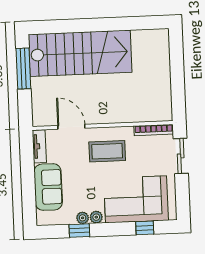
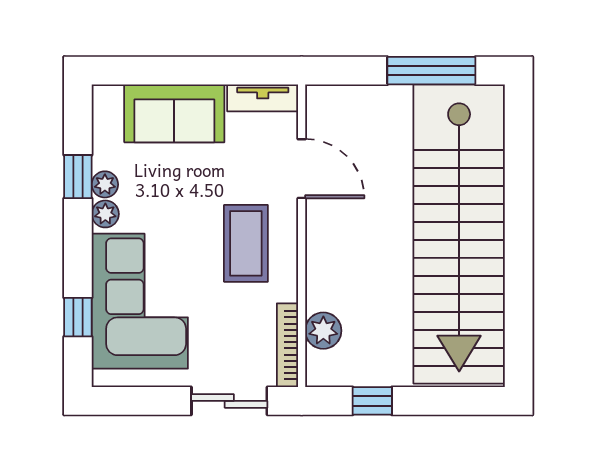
stairs: (80, 53) -> (459, 234), width x1.36
window: (178, 90) -> (372, 401), added
plant: (146, 114) -> (323, 331), added
door: (71, 127) -> (302, 169), hinge flipped

